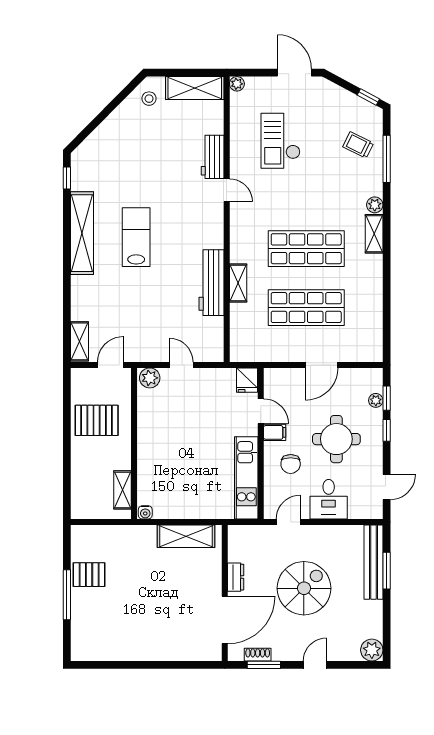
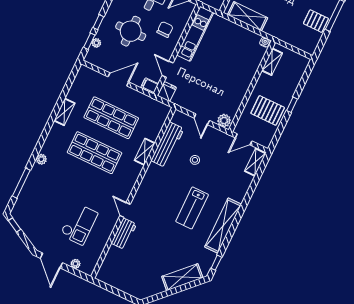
plant: (237, 84) -> (75, 264), moved
shelving: (195, 88) -> (182, 277), moved, turned -45
stool: (149, 99) -> (195, 160), moved
trolley: (358, 145) -> (34, 199), removed
shelving: (374, 234) -> (64, 112), moved
workbench: (211, 283) -> (167, 145), moved
filing cabinet: (275, 432) -> (150, 86), moved
window: (67, 444) -> (292, 105), added

